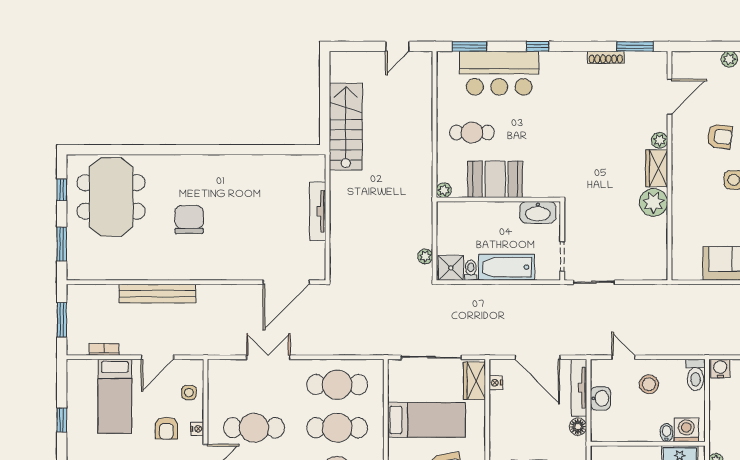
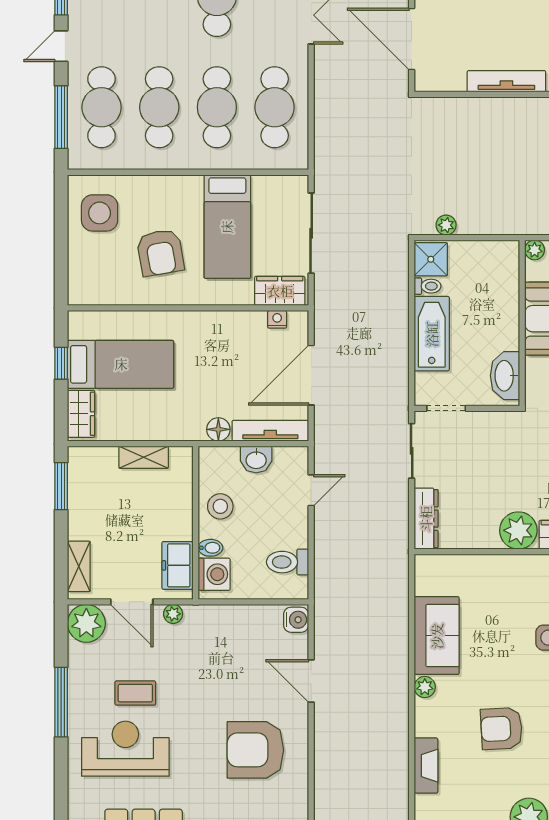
dresser: (645, 271) -> (426, 519), added
toilet: (696, 375) -> (288, 562), moved
stool: (649, 384) -> (220, 506), moved

